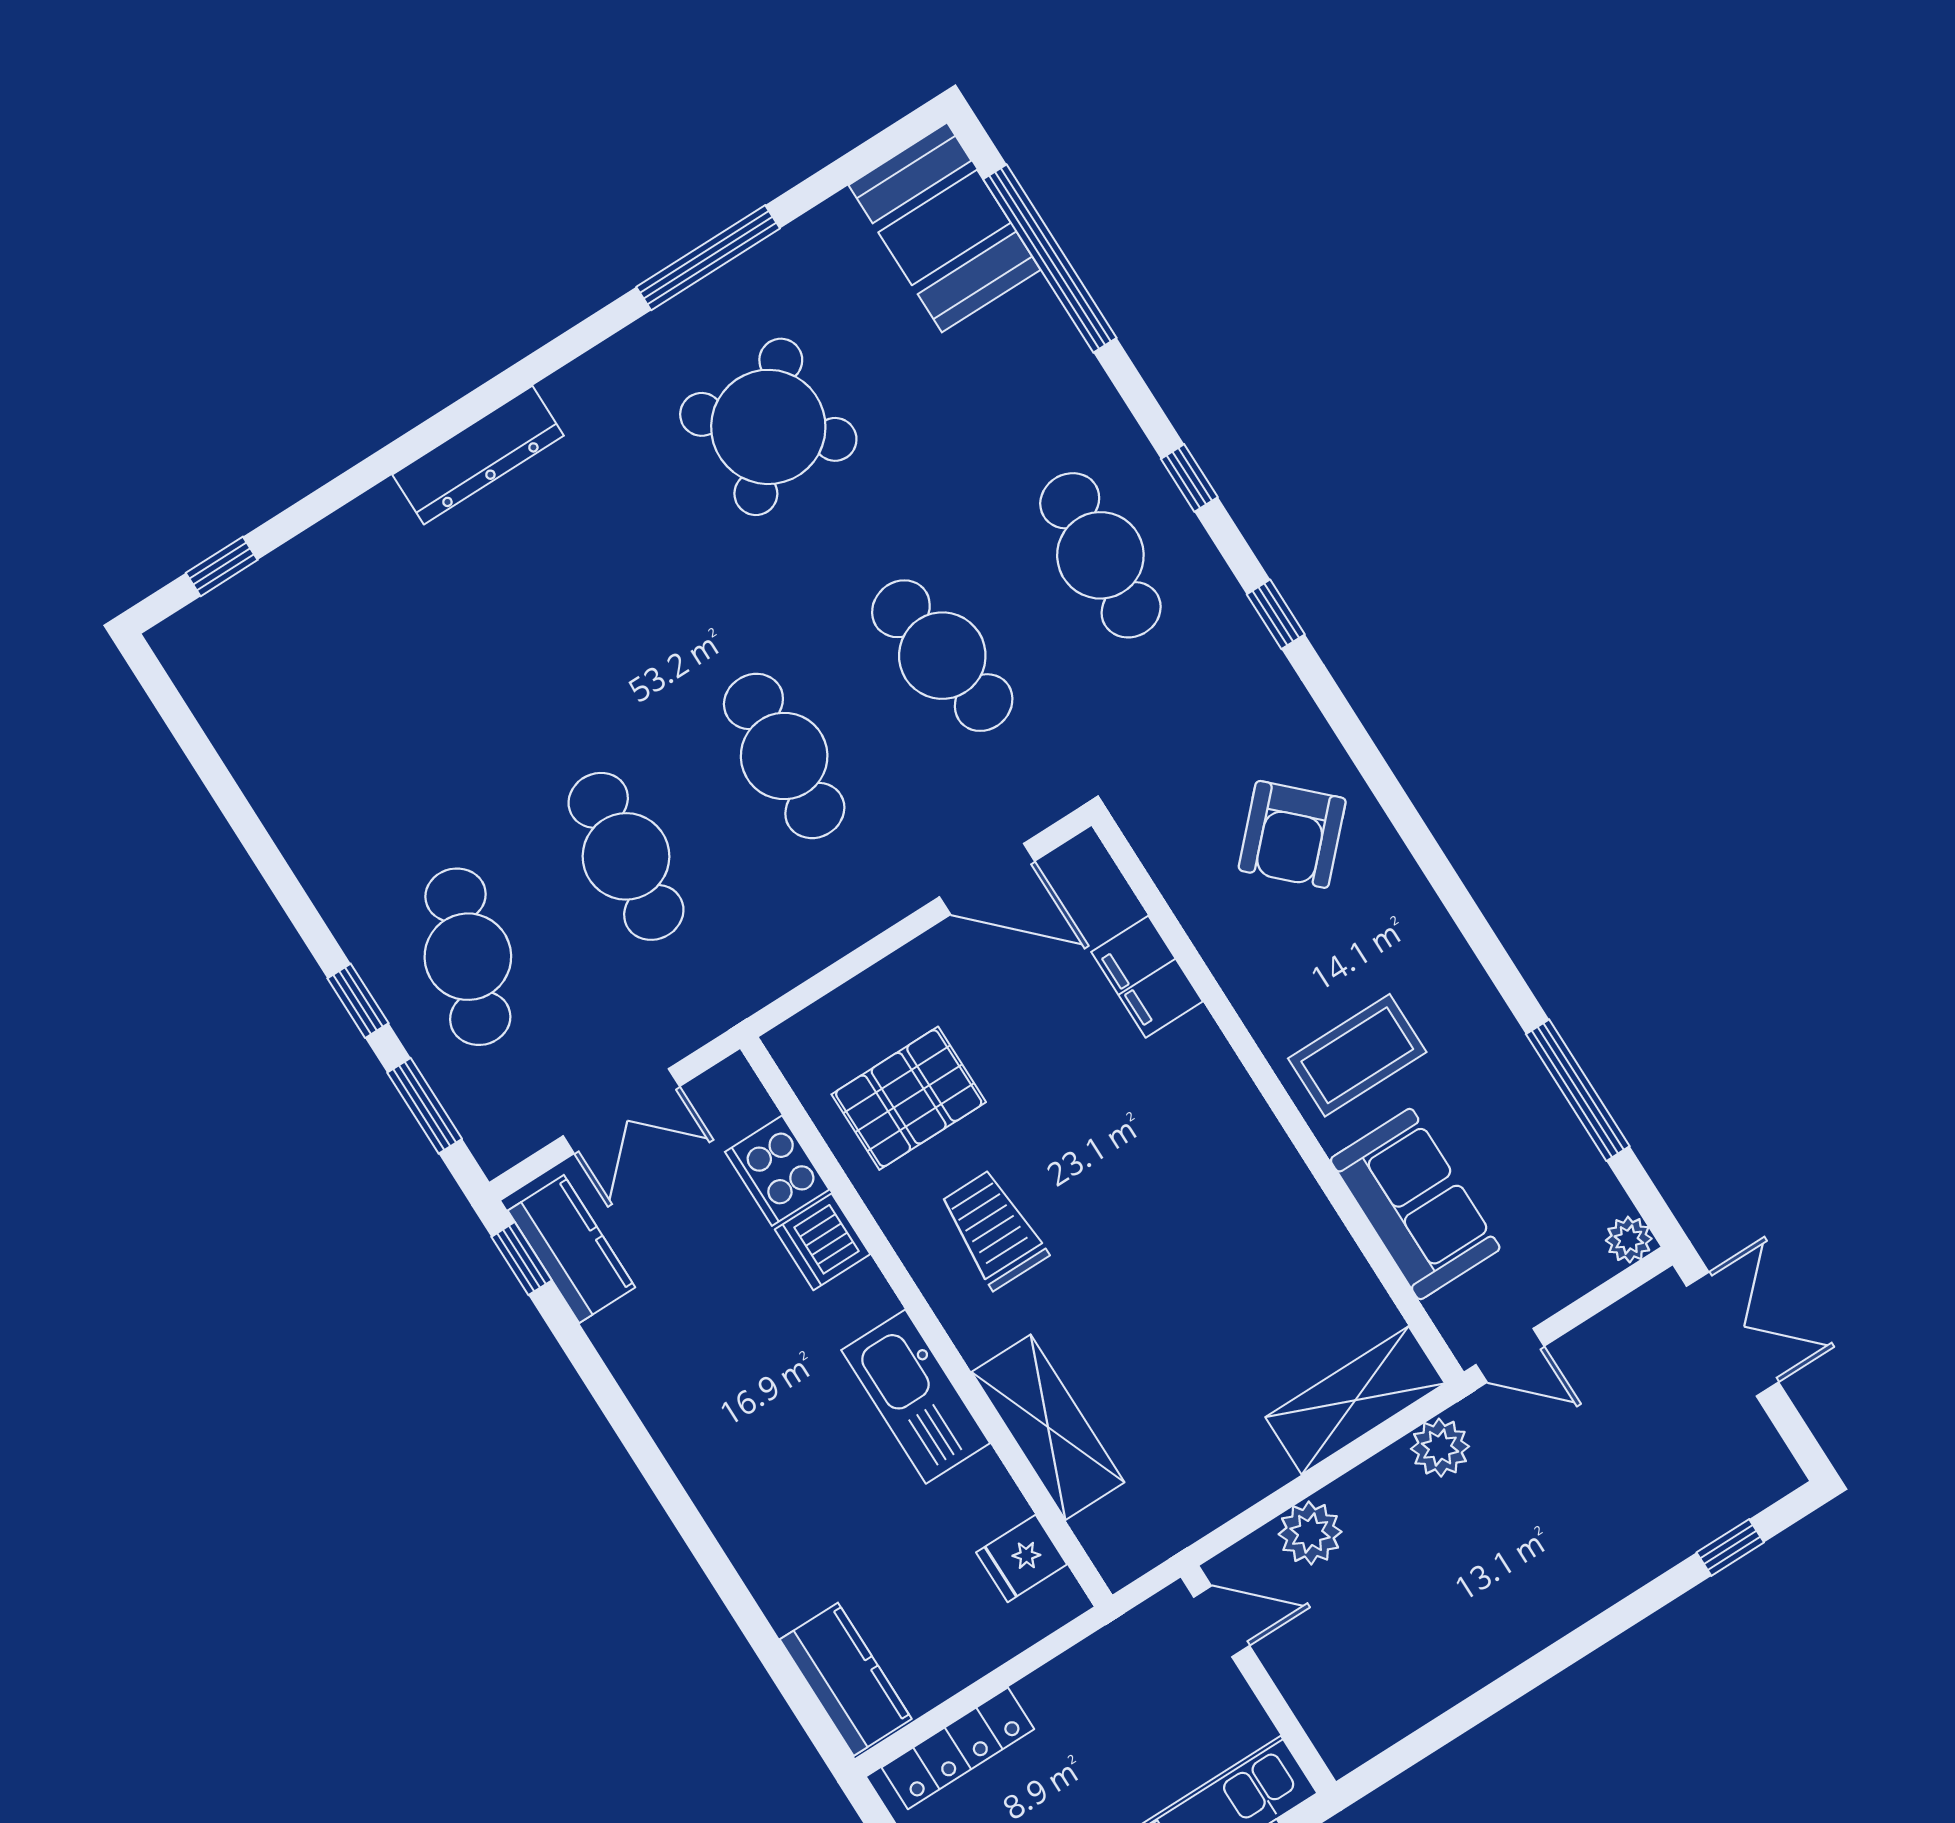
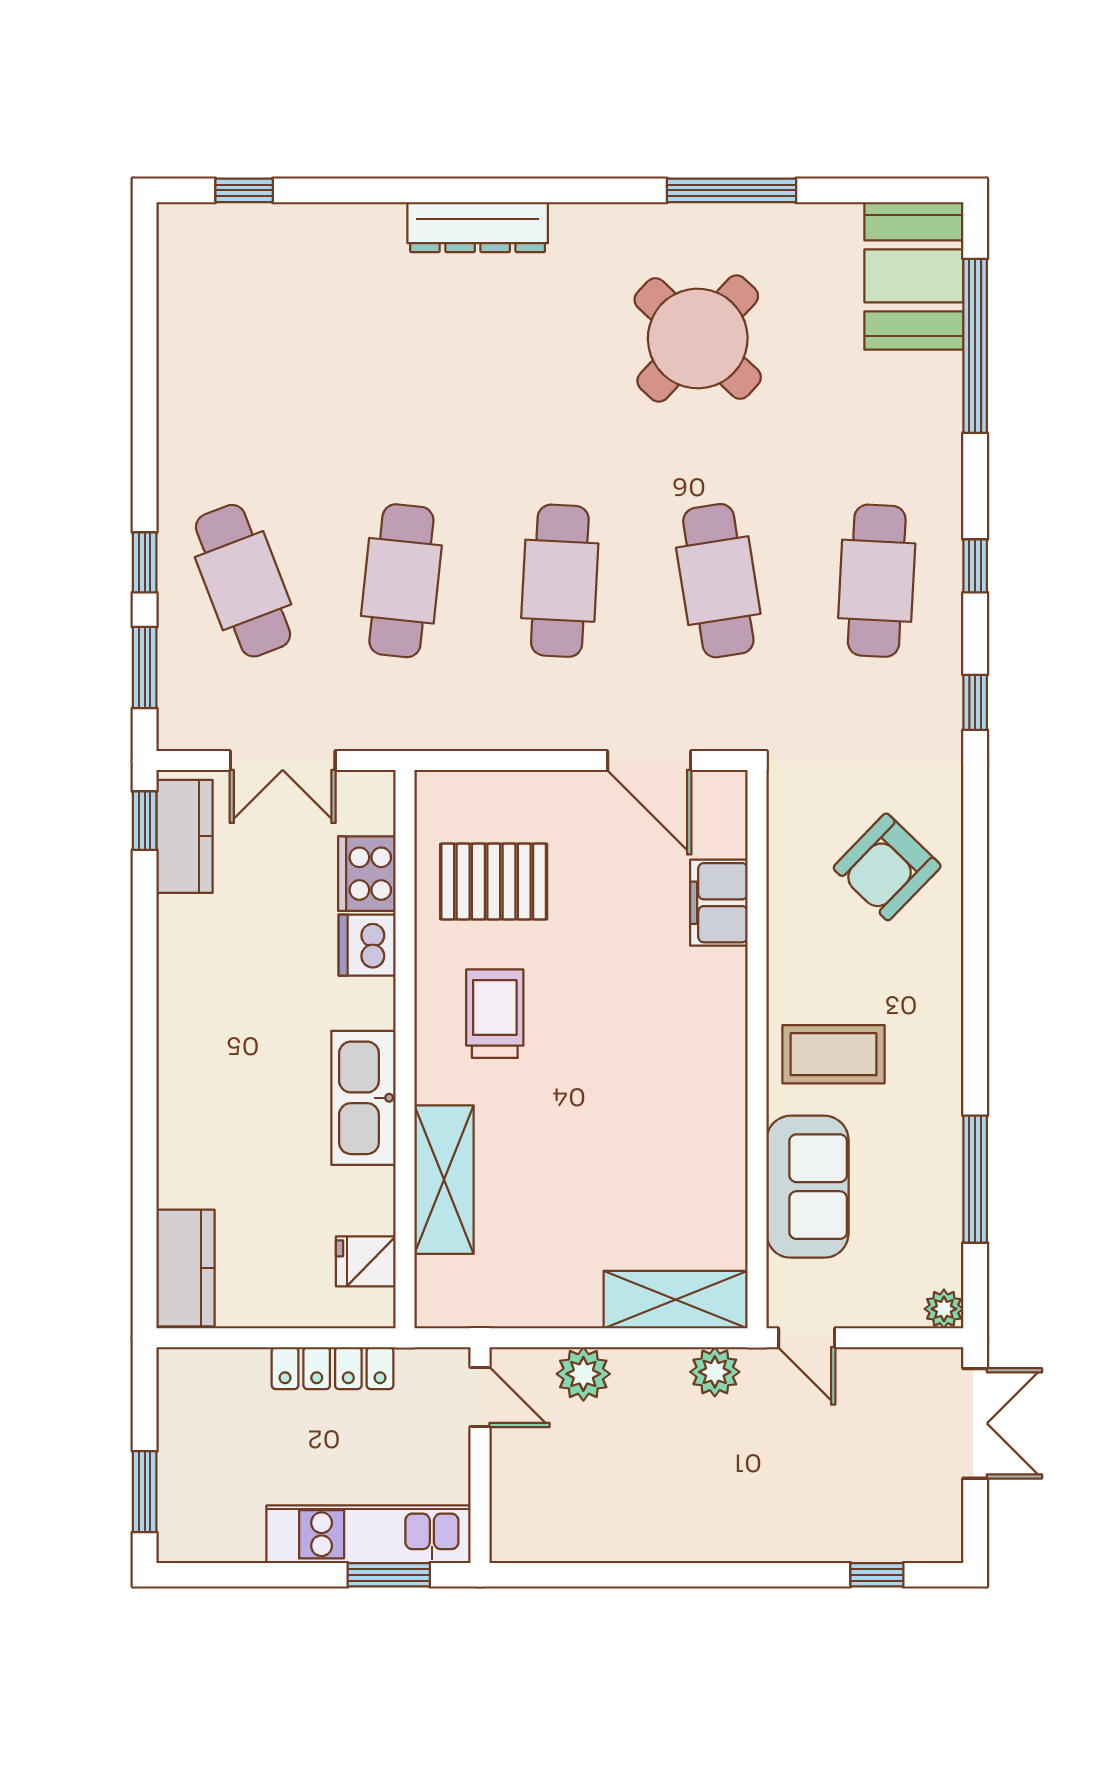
cafe table: (468, 957) -> (243, 581), turned -42
locker: (958, 1748) -> (333, 1368), moved

